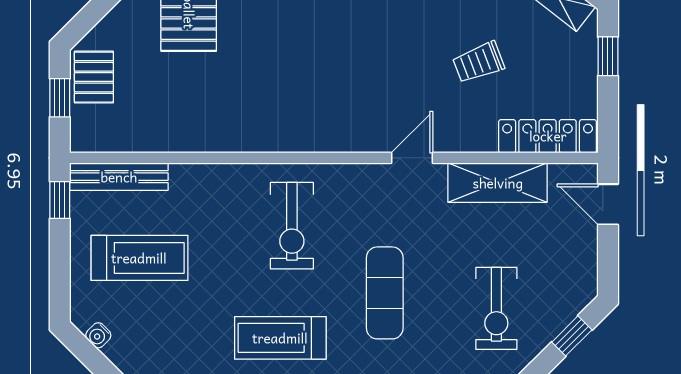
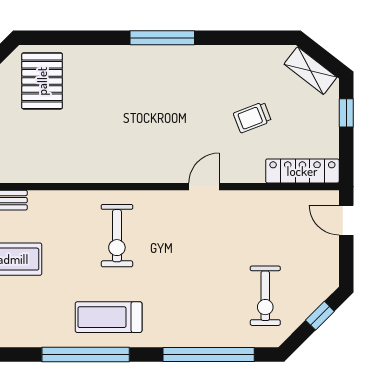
shelving: (498, 183) -> (266, 205), removed
exercise mat: (385, 293) -> (184, 285), removed

